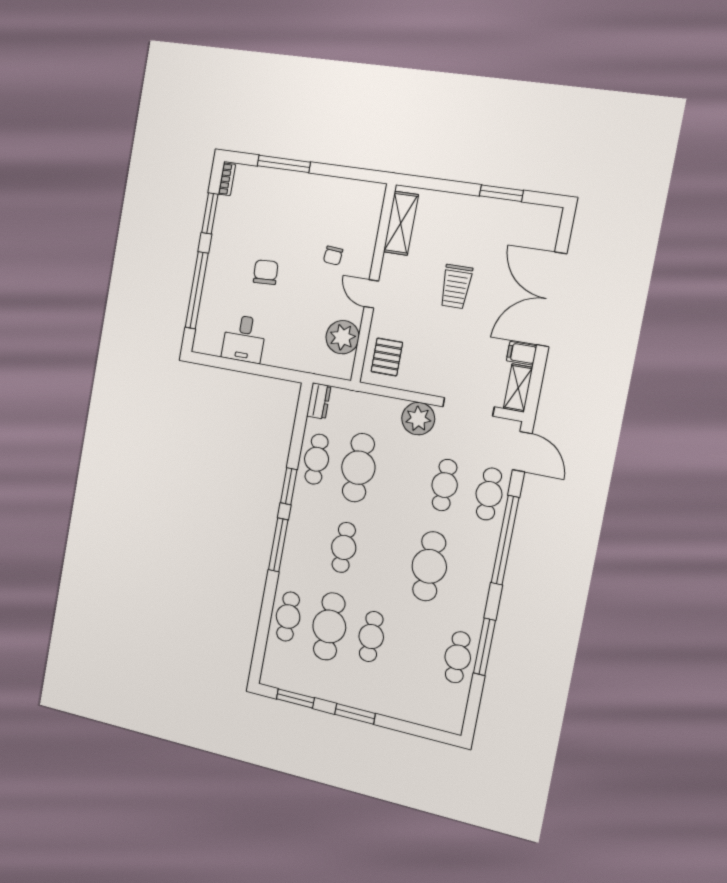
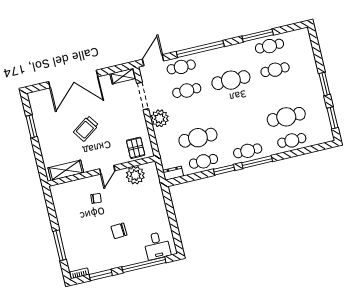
trolley: (456, 286) -> (86, 129), turned 145
desk: (244, 339) -> (157, 246), moved, turned 90
filing cabinet: (522, 353) -> (105, 82), removed
pallet: (387, 357) -> (136, 148), turned 90
cafe table: (344, 547) -> (248, 151), moved
cafe table: (371, 636) -> (275, 70), moved

